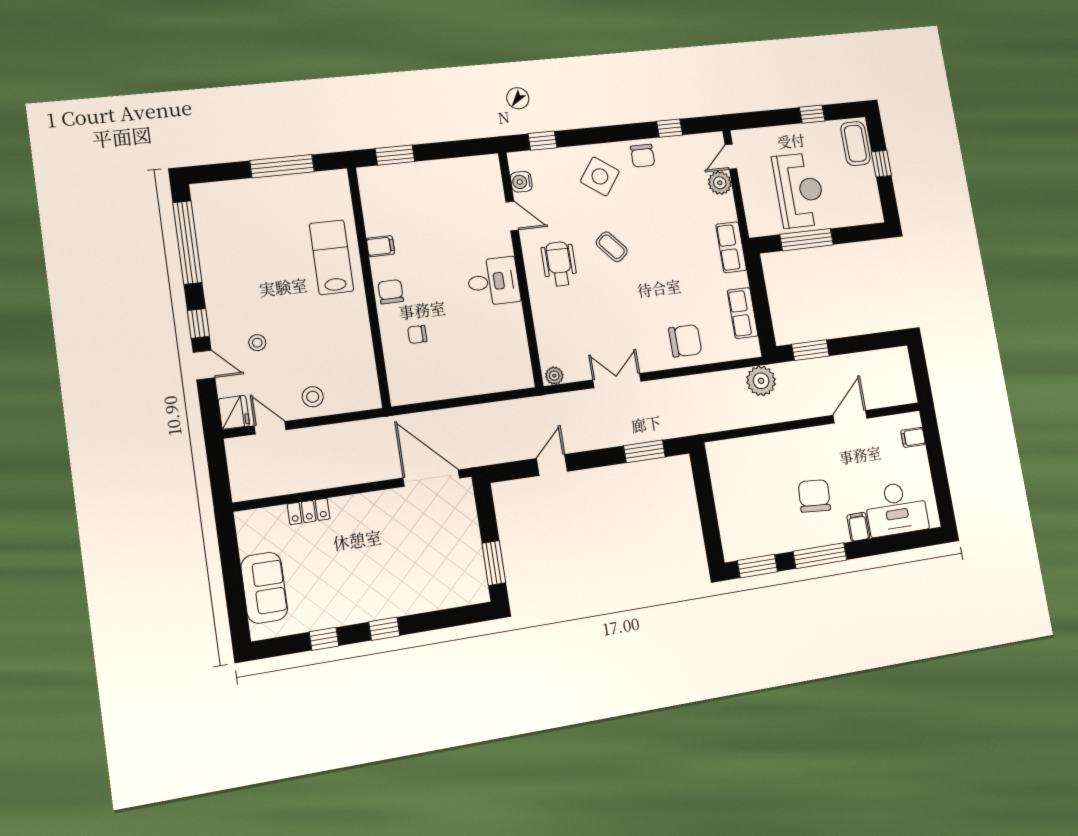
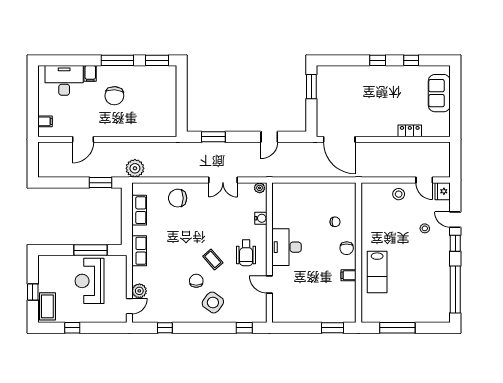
chair: (643, 156) -> (196, 281), moved
water cooler: (521, 182) -> (261, 218), moved
desk: (493, 281) -> (287, 247), width x1.37

